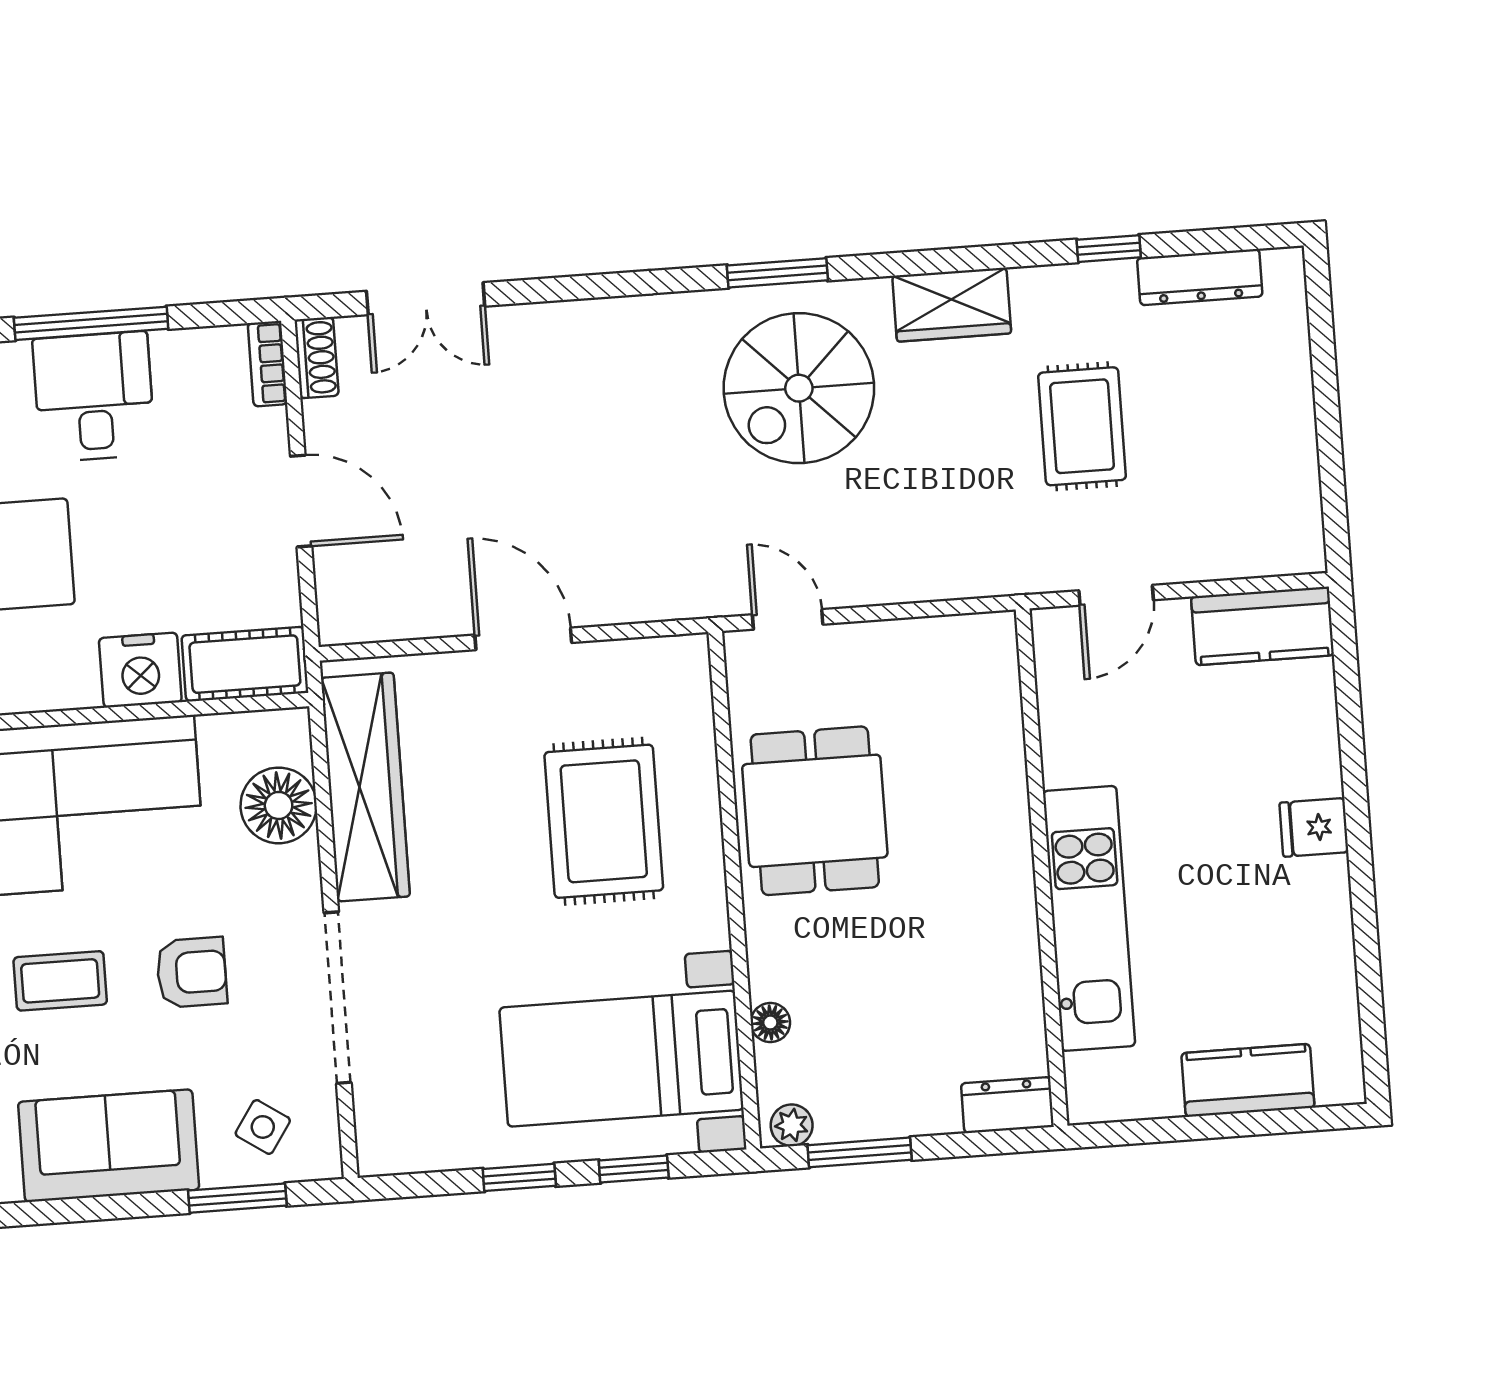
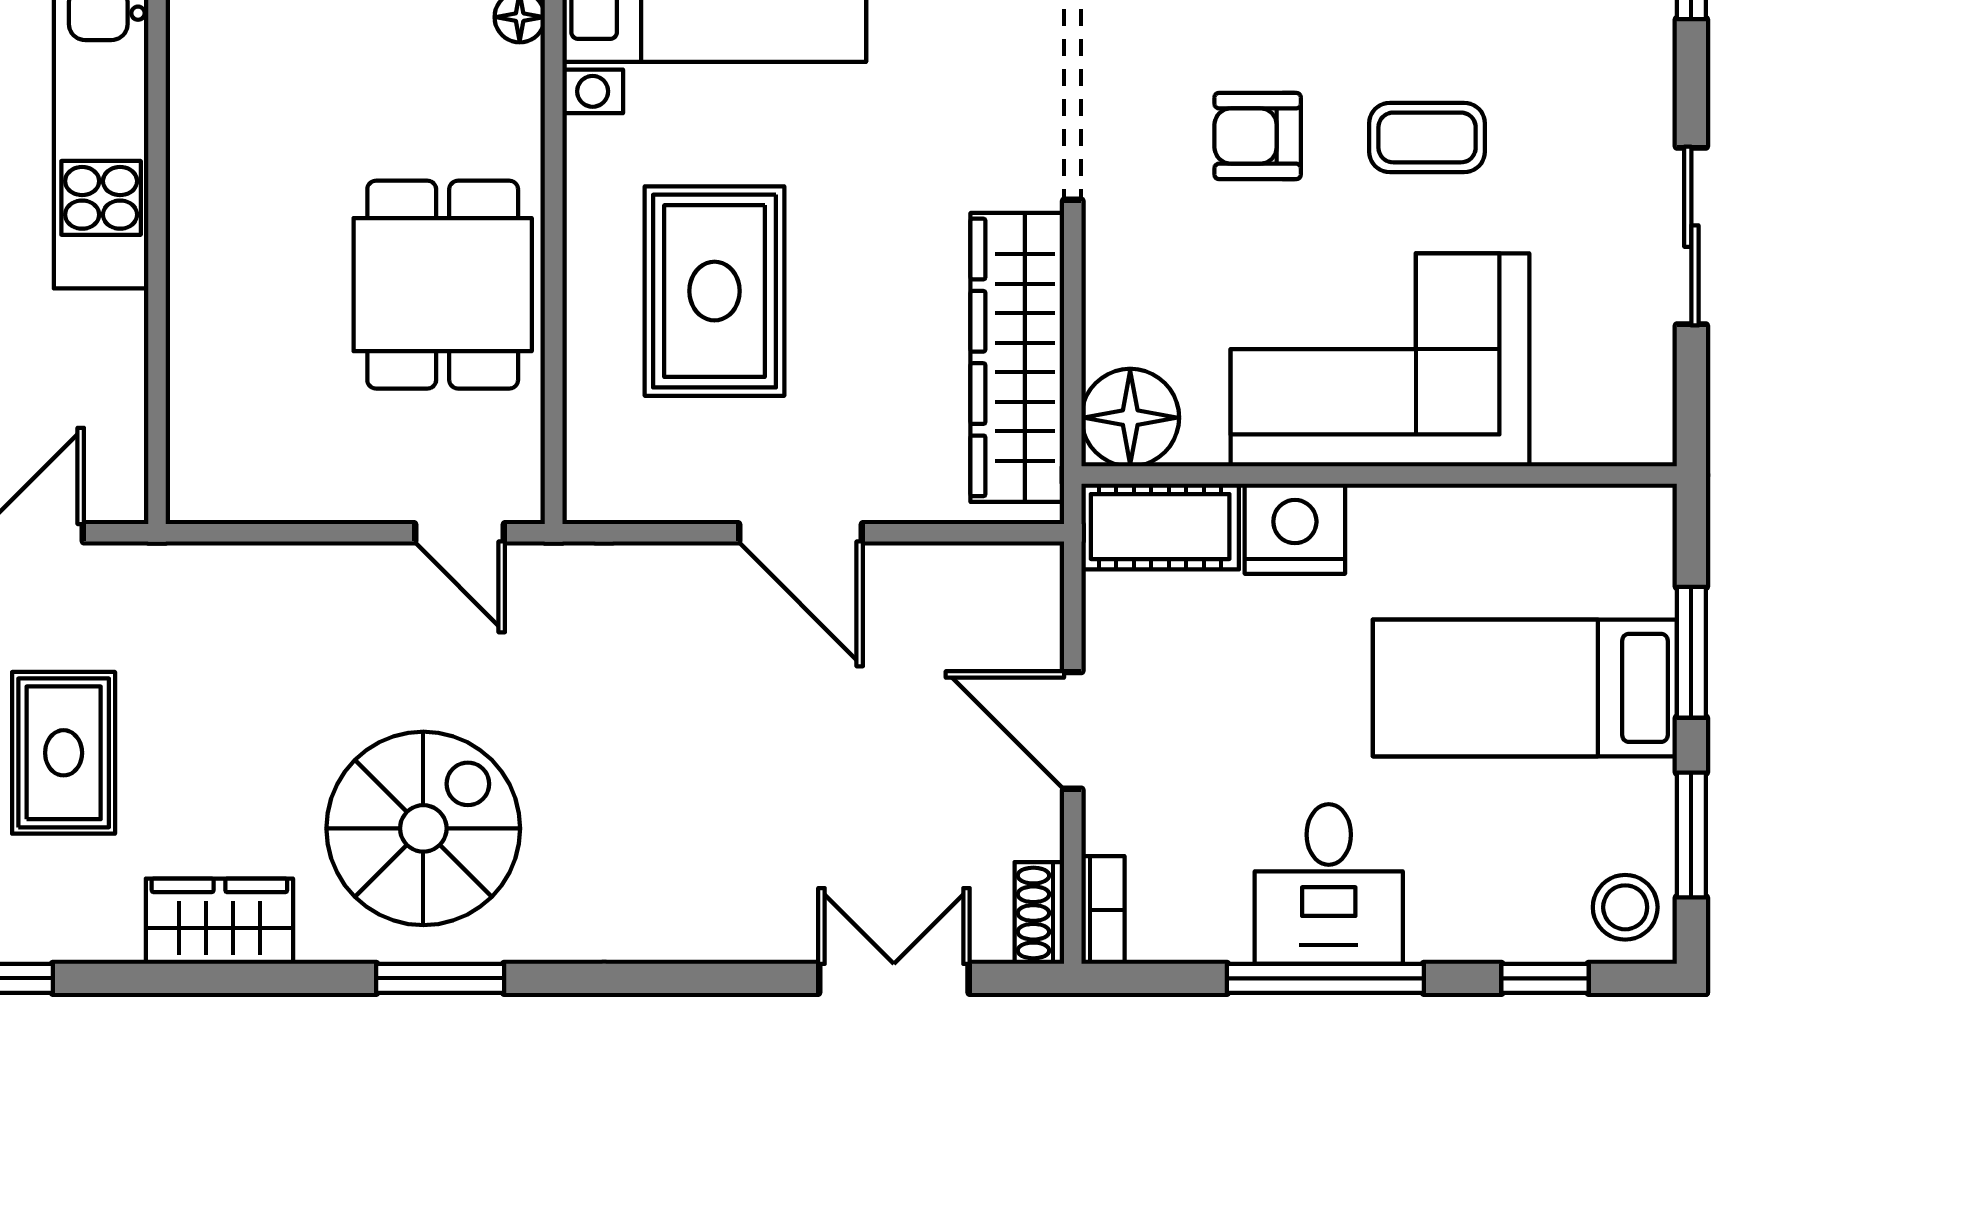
floor lamp: (279, 805) -> (1130, 418), moved

